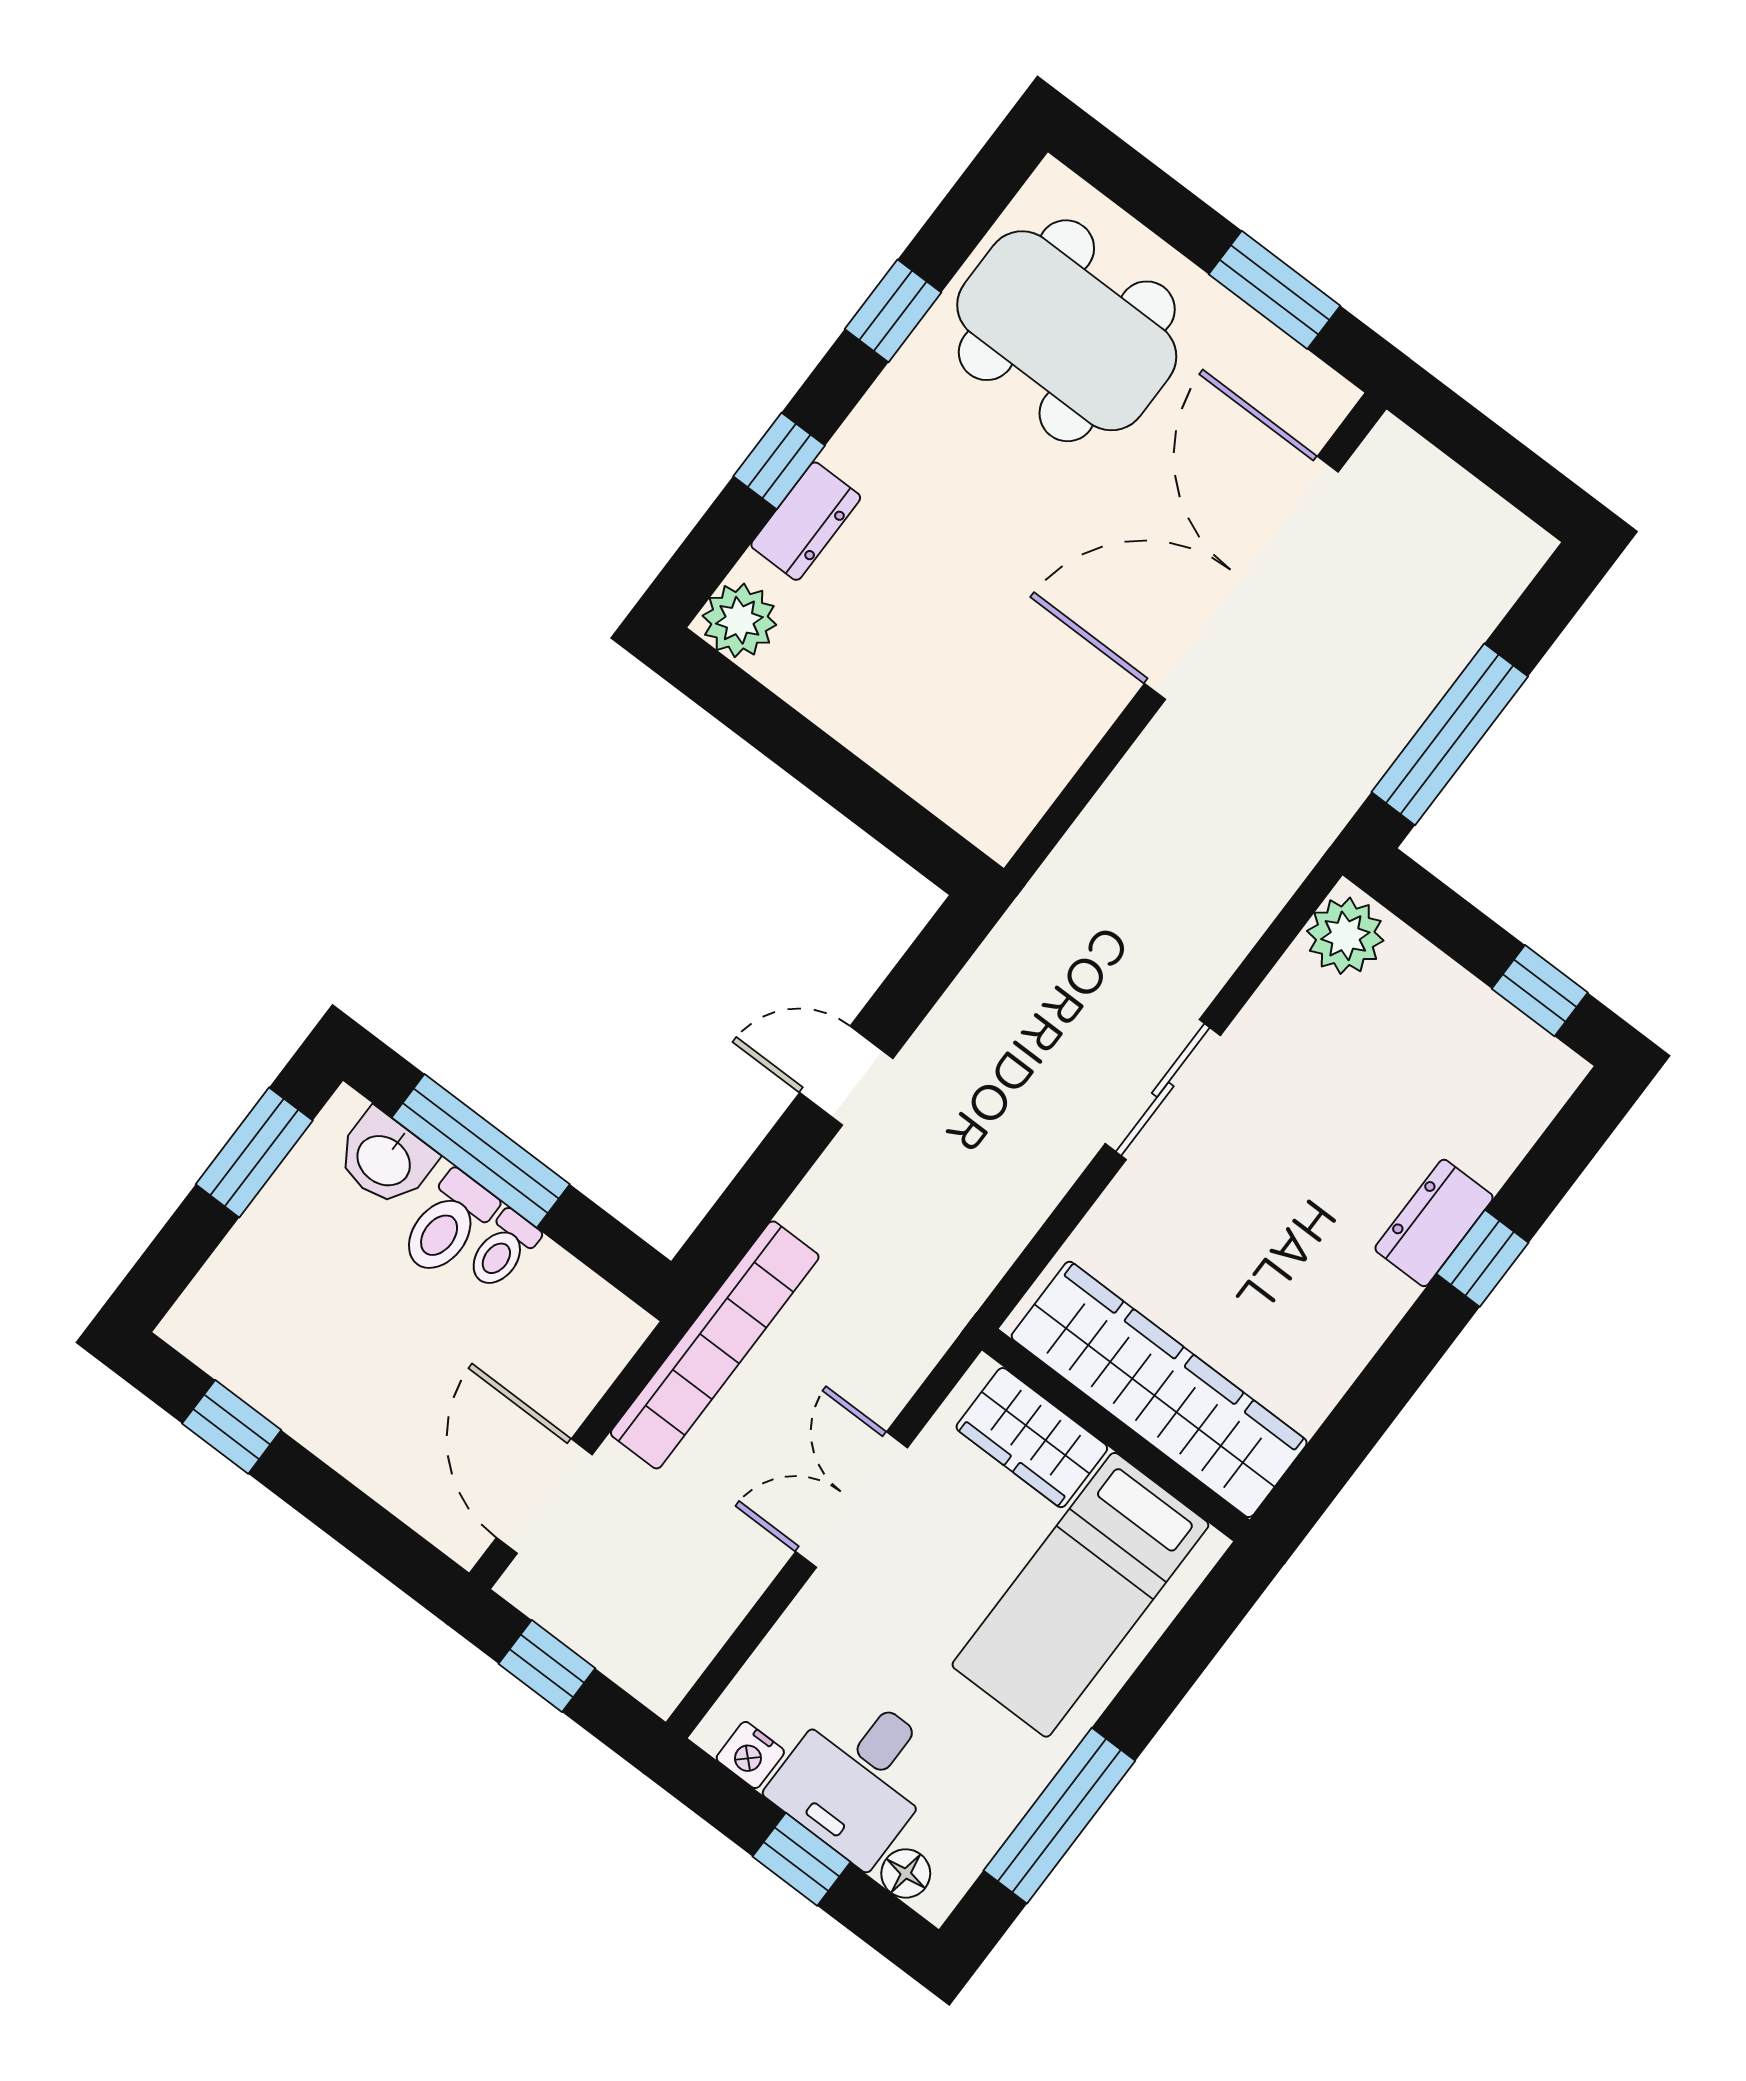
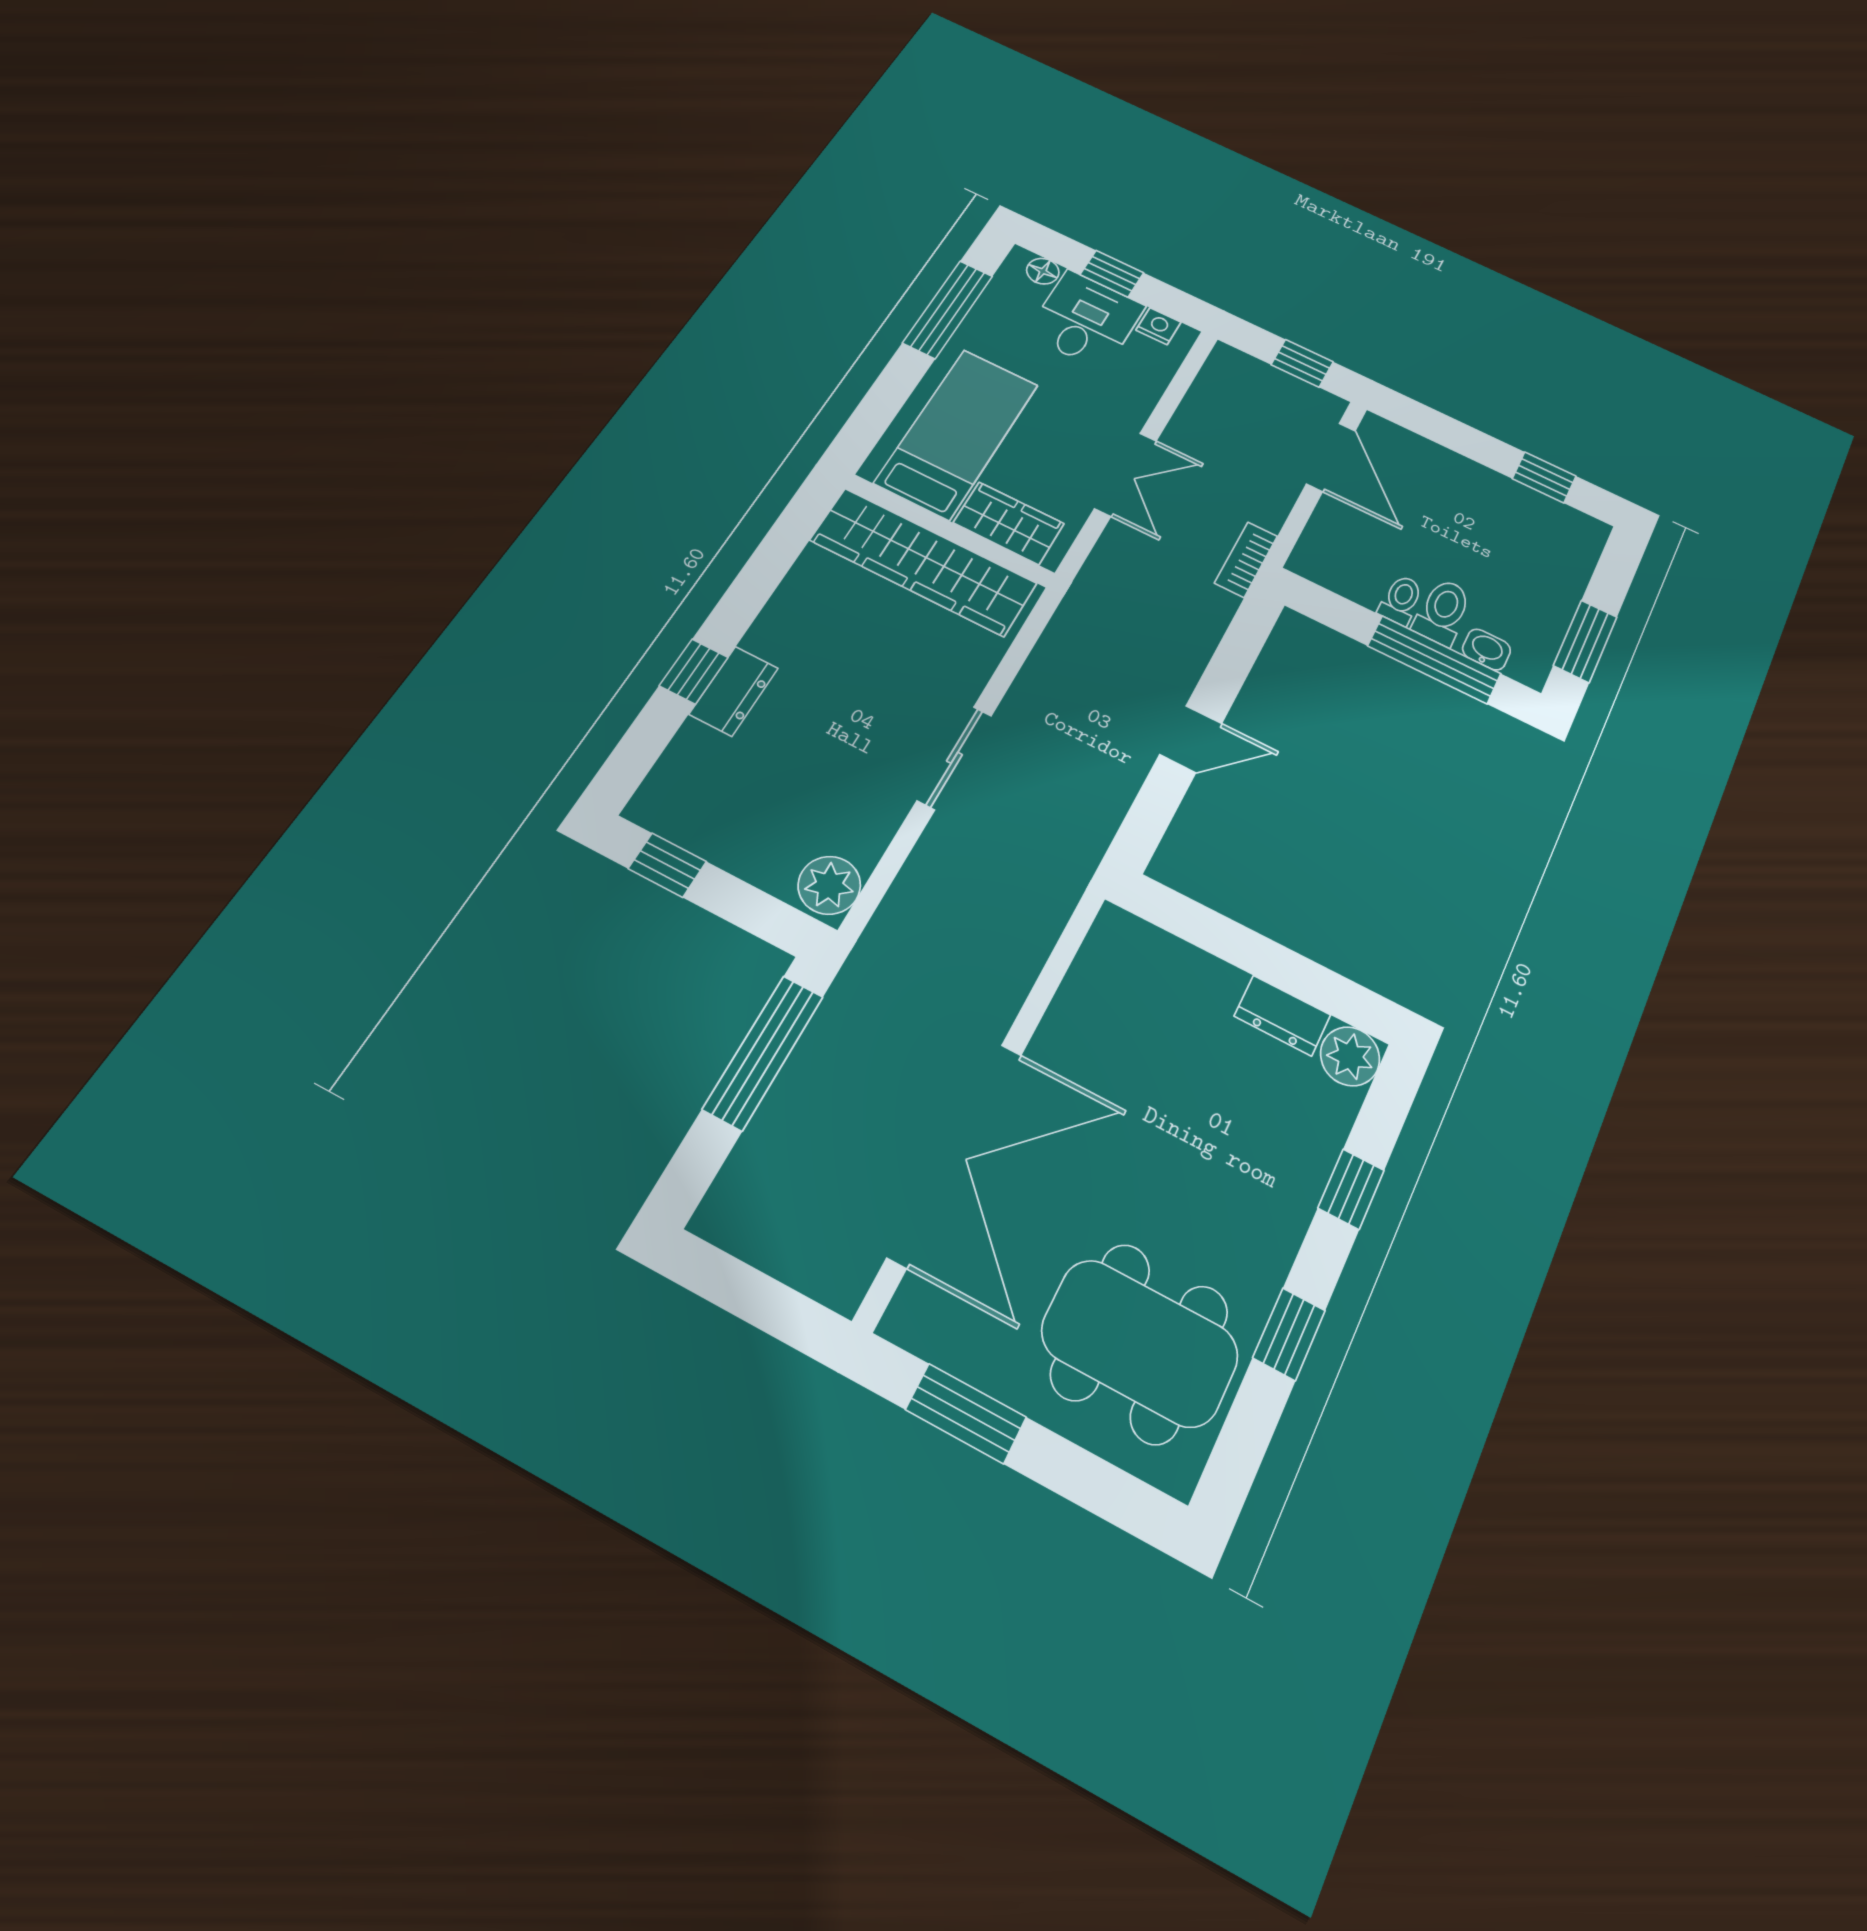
dresser: (806, 521) -> (1282, 1016), moved, turned -90
washbasin: (385, 1159) -> (1486, 650), width x0.72, depth x0.69
bookcase: (715, 1345) -> (1246, 559), width x0.43, depth x0.76

